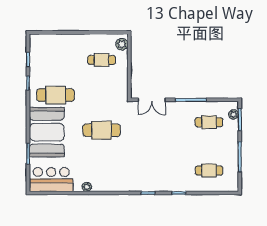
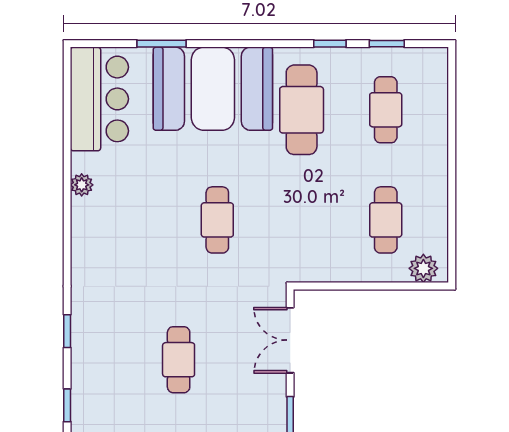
cafe table: (56, 60) -> (386, 110), added
cafe table: (102, 130) -> (217, 220), width x0.73, depth x0.74
cafe table: (160, 146) -> (179, 360), added

